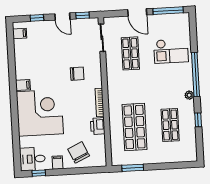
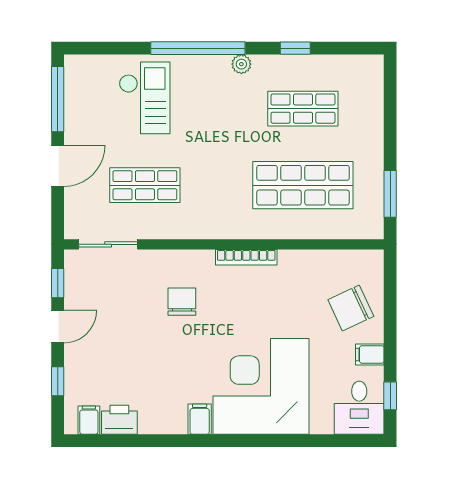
printer: (98, 126) -> (119, 420), moved, turned 180

